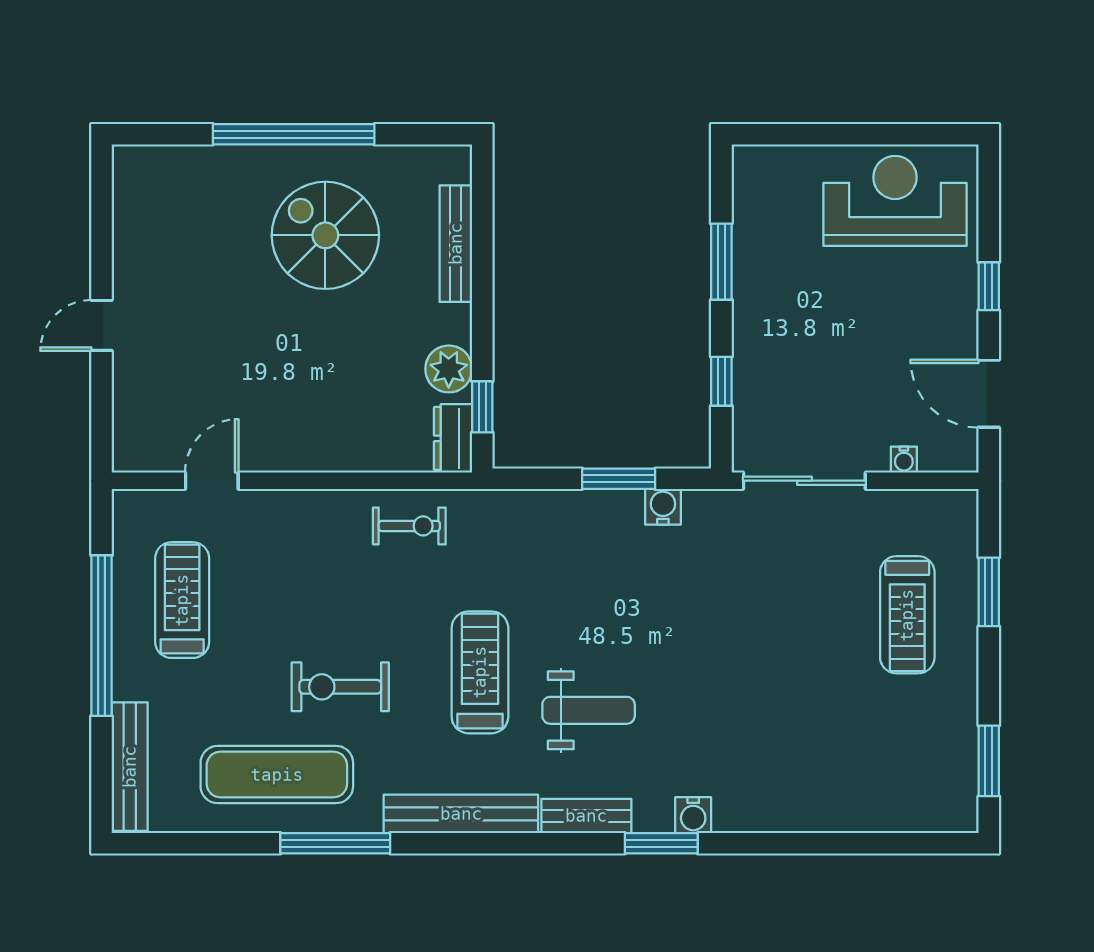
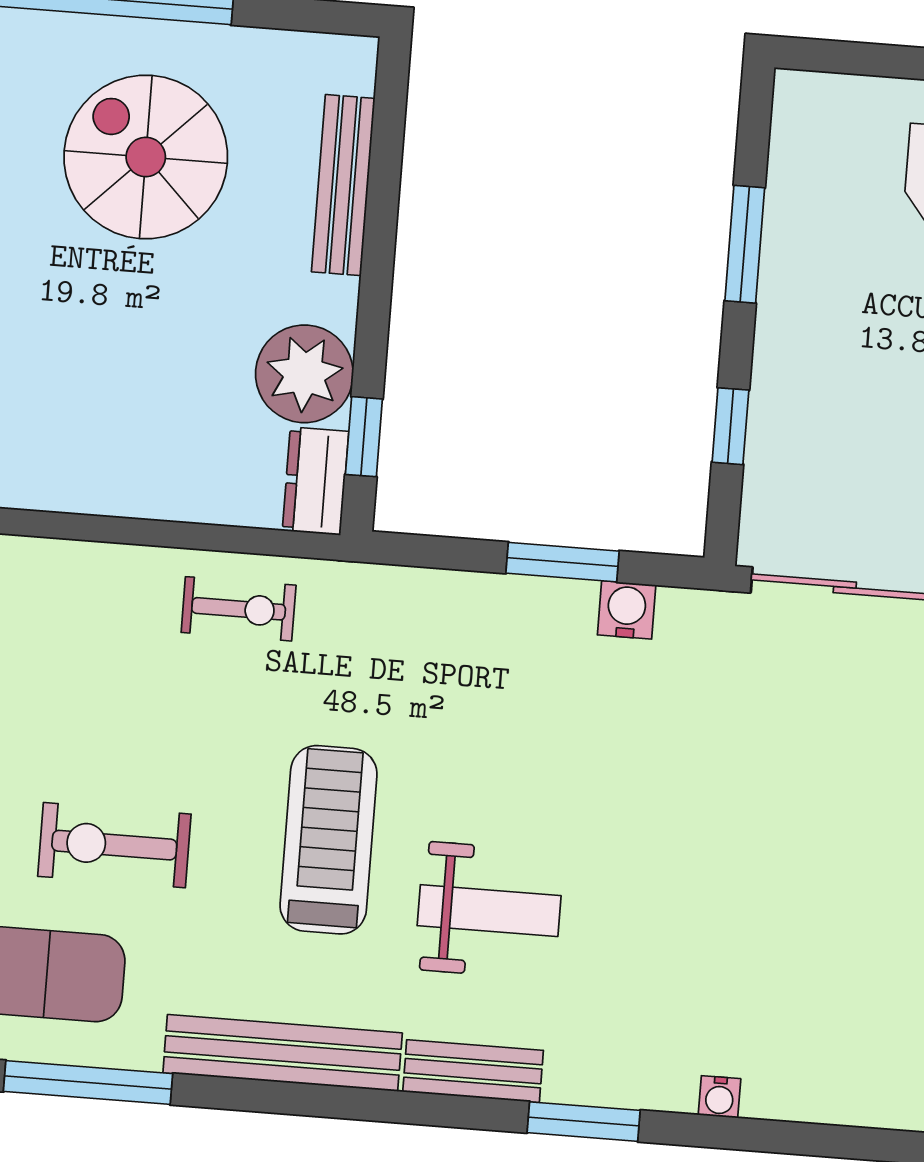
plant: (449, 369) -> (304, 374), width x1.36, depth x1.36
water cooler: (693, 815) -> (720, 1097), moved, width x0.72, depth x0.72

